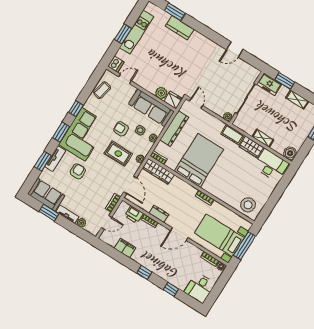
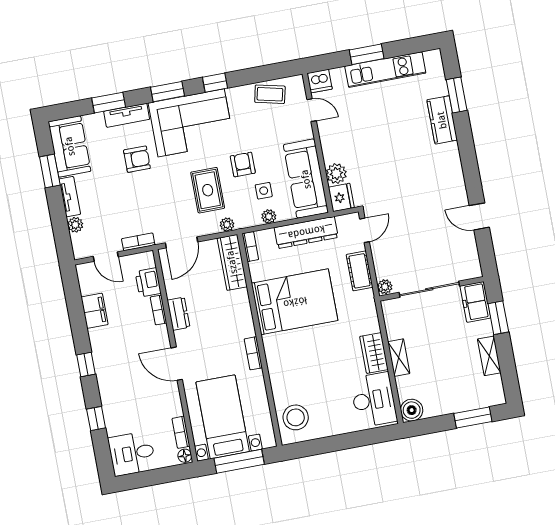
cot: (233, 135) -> (360, 271), moved

